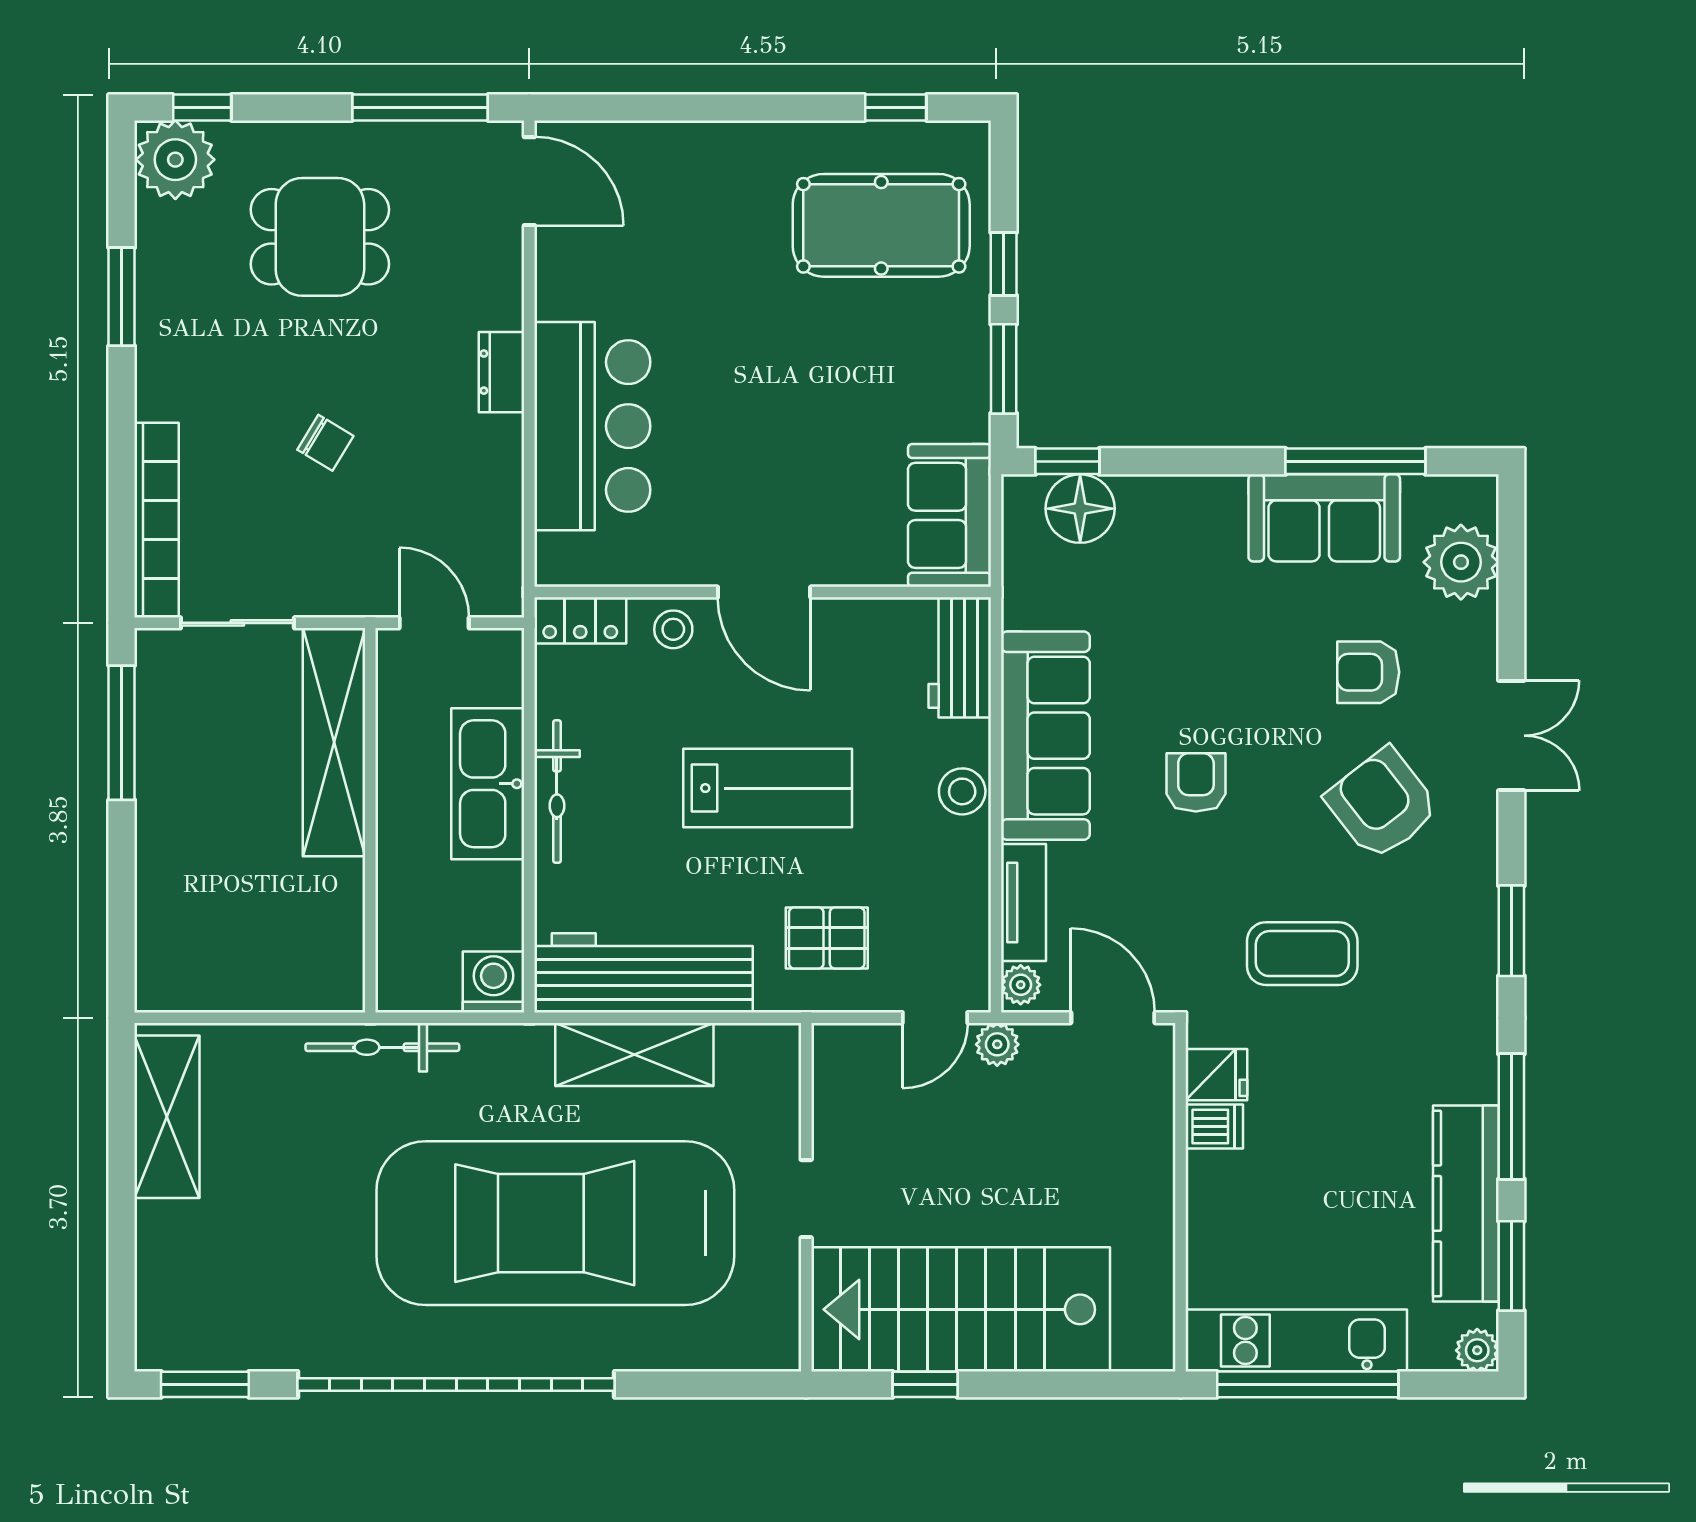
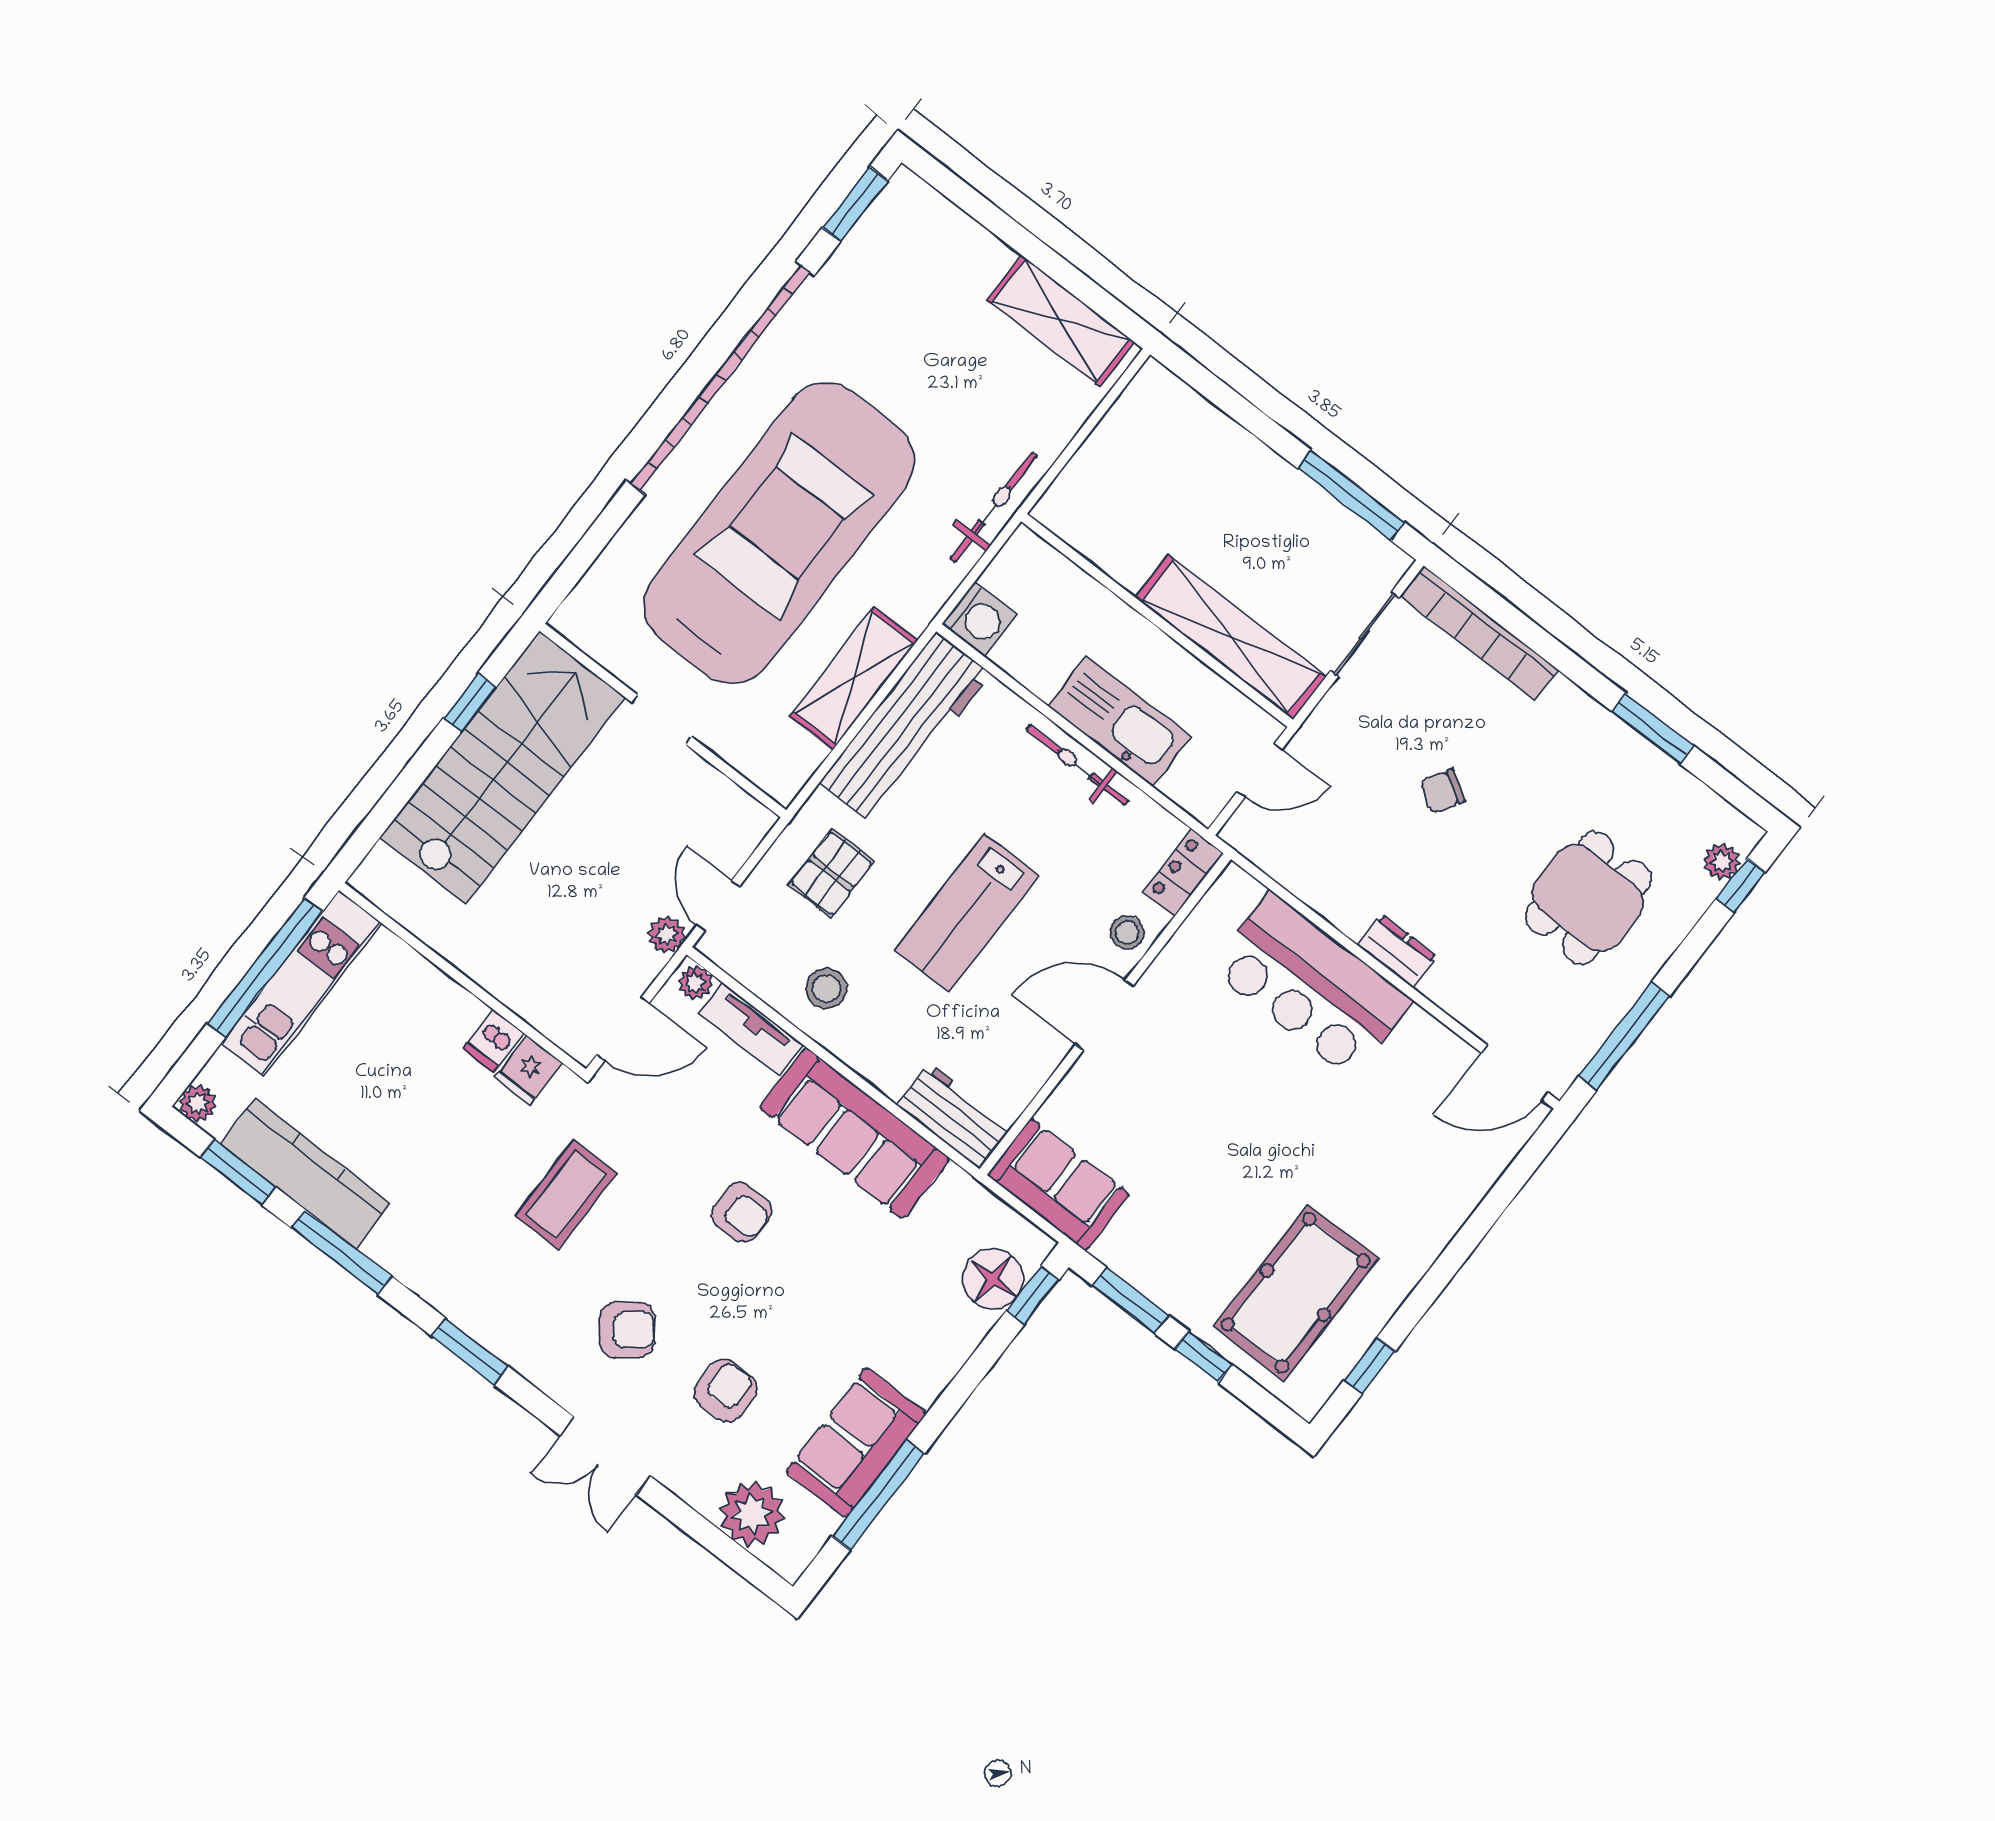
plant: (175, 160) -> (1722, 861), width x0.53, depth x0.53
stool: (962, 791) -> (826, 988), moved
armchair: (1382, 804) -> (627, 1330), width x0.72, depth x0.72

